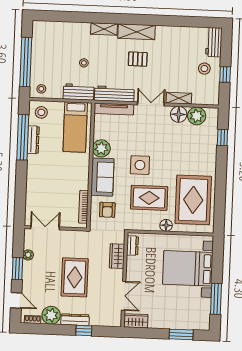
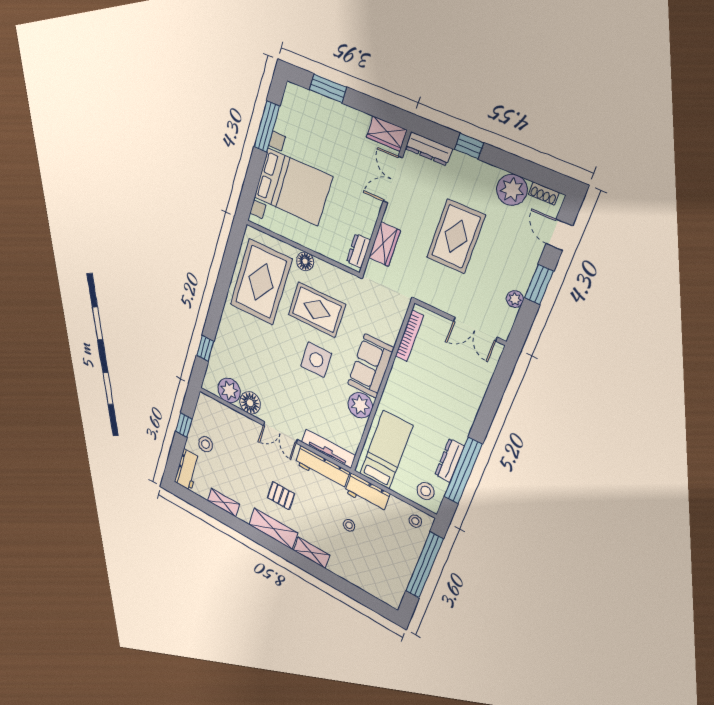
shelving: (179, 98) -> (223, 502), moved
armchair: (107, 210) -> (378, 317), removed
dresser: (75, 320) -> (429, 149), moved

